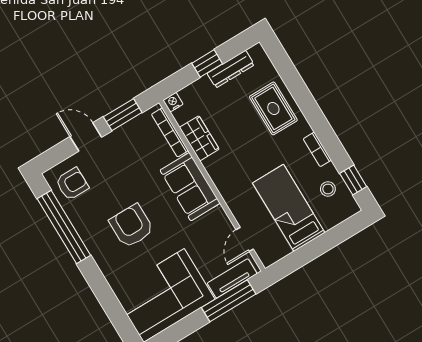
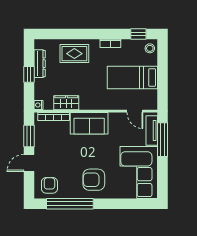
stool: (328, 189) -> (150, 48), moved
armchair: (131, 226) -> (94, 180), moved

